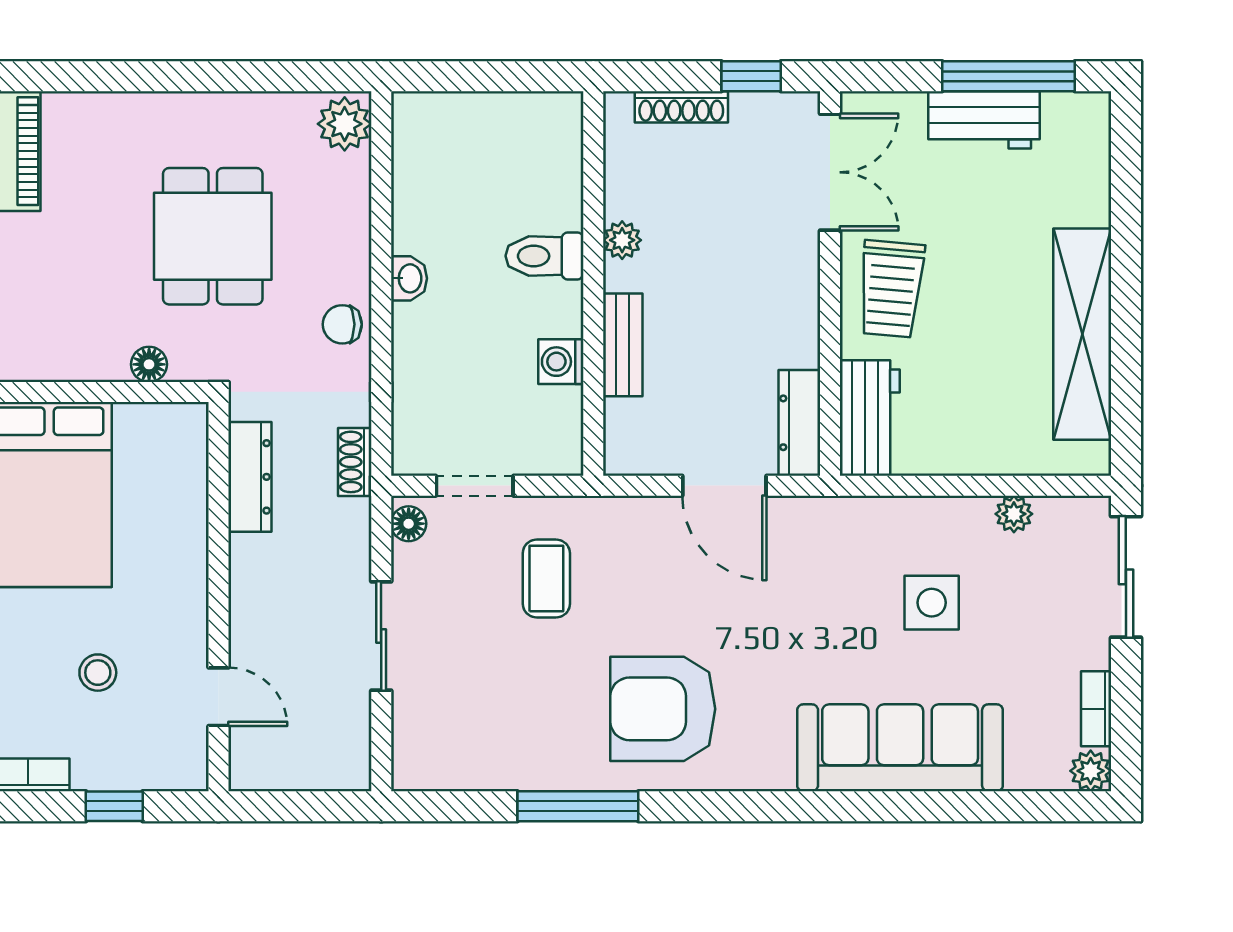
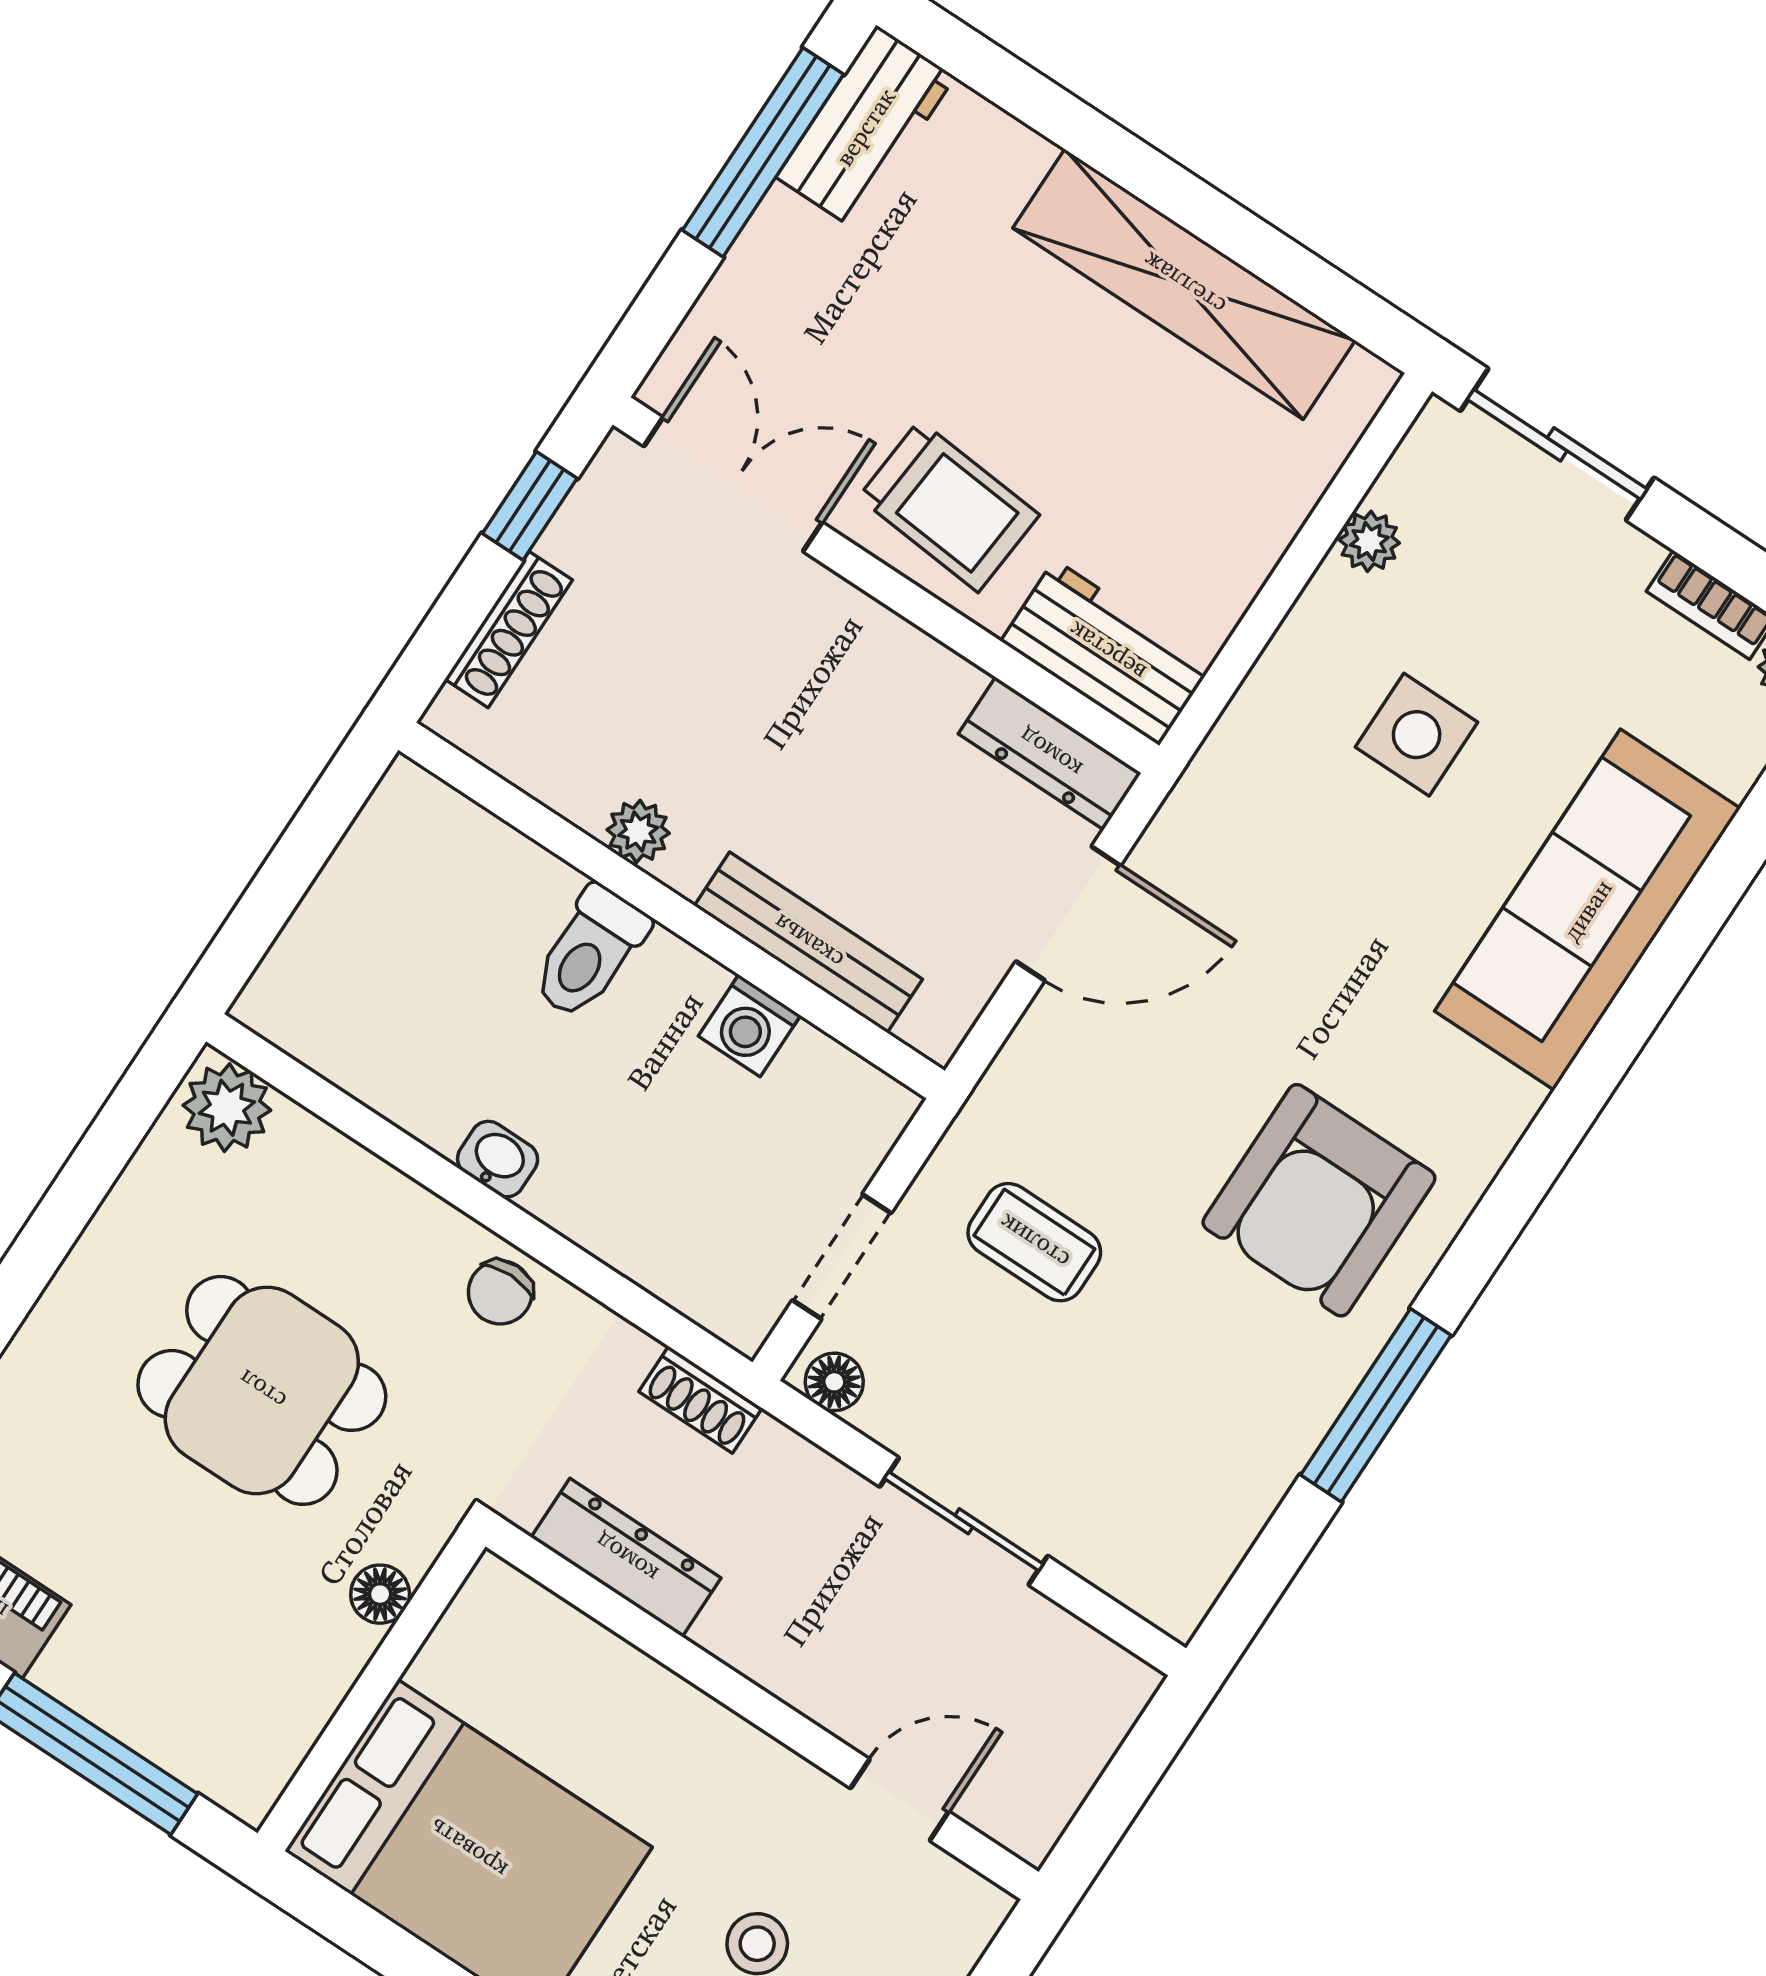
workbench: (984, 120) -> (865, 127), moved
bench: (623, 345) -> (808, 942), width x1.36

